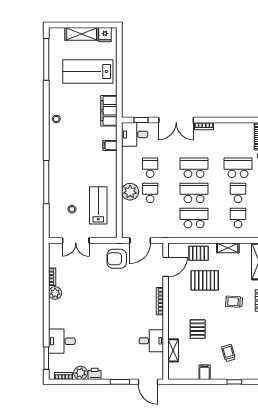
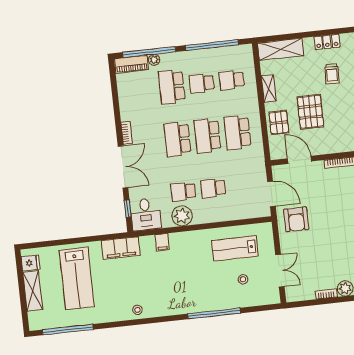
plant: (130, 192) -> (182, 216), moved

